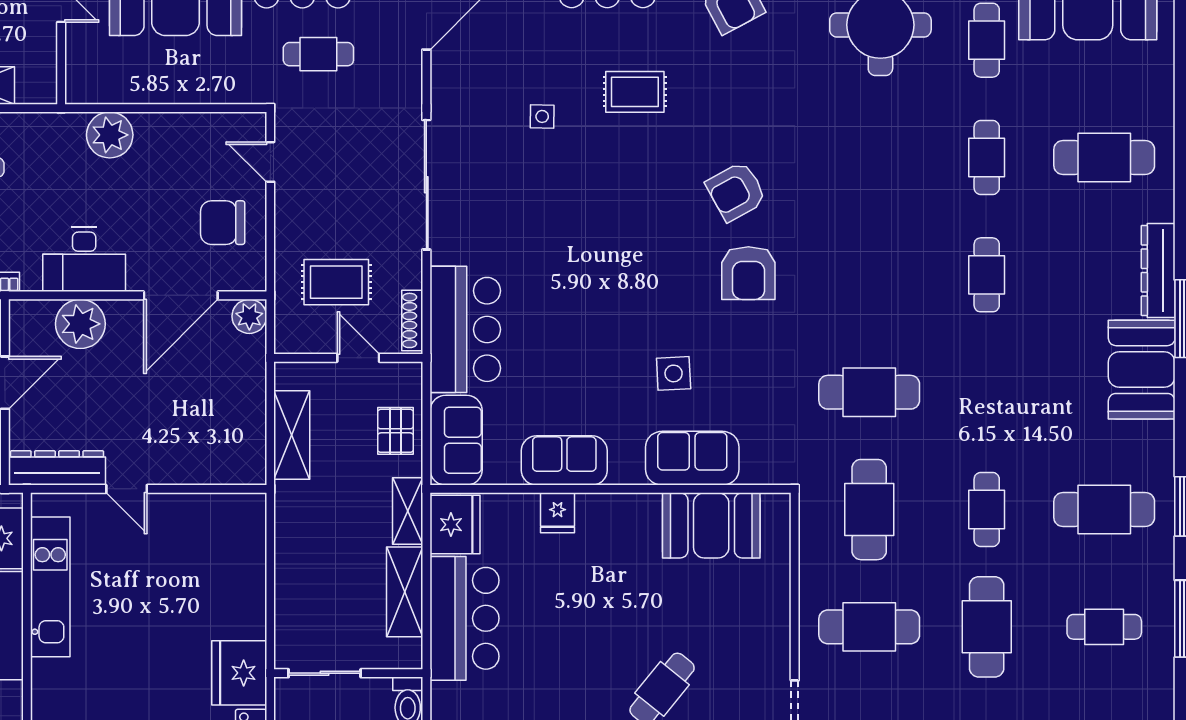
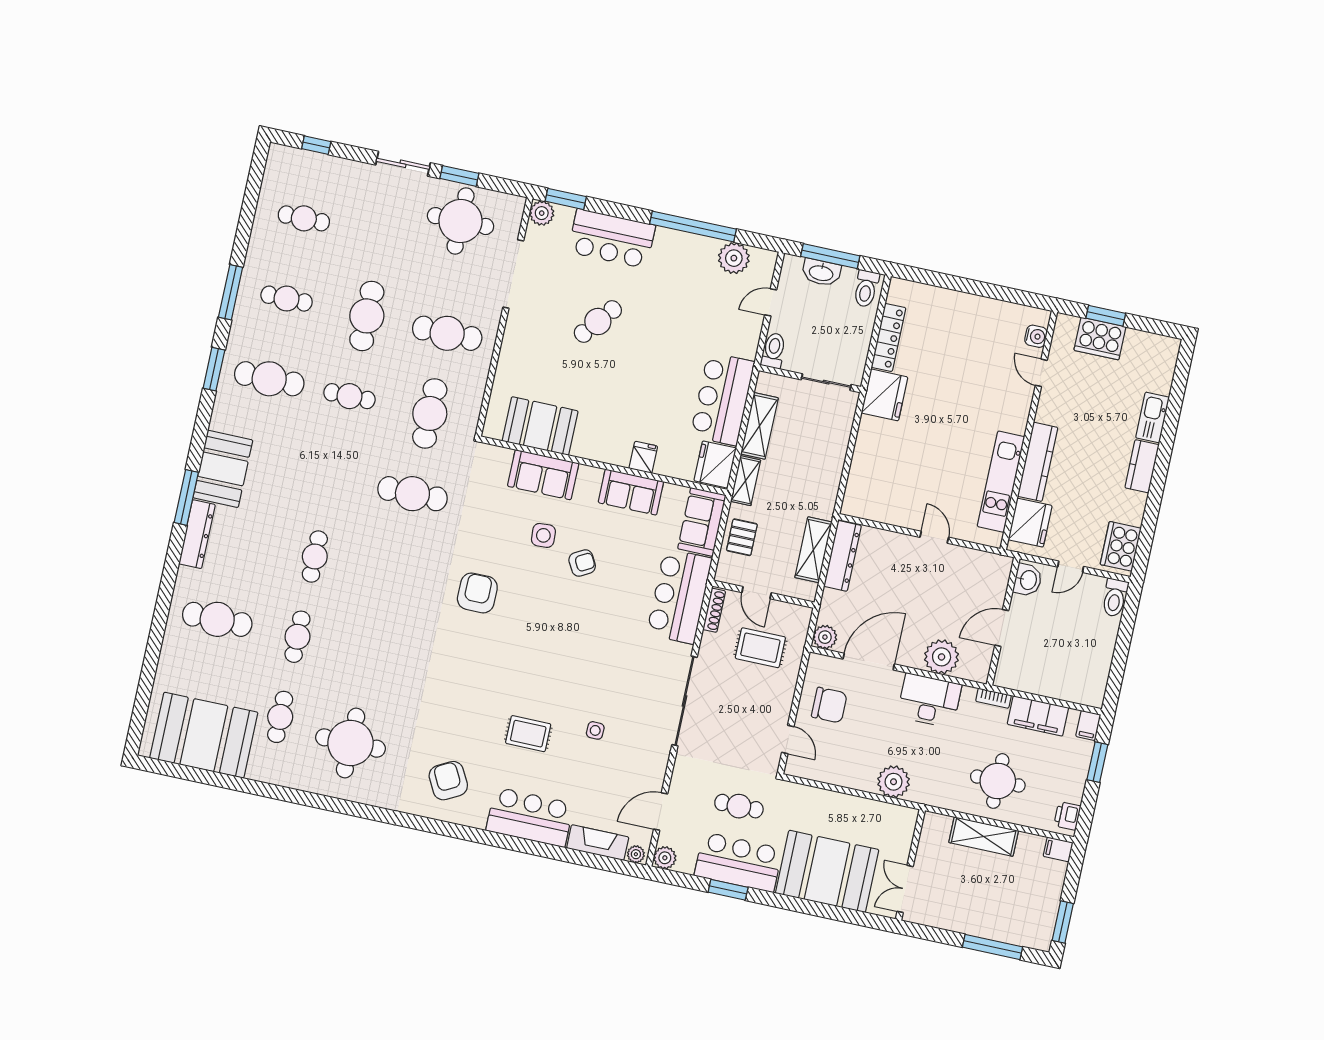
armchair: (736, 191) -> (582, 563), moved, width x0.72, depth x0.72
dresser: (57, 468) -> (843, 556), moved, turned -90
cafe table: (987, 510) -> (349, 396), turned 90

